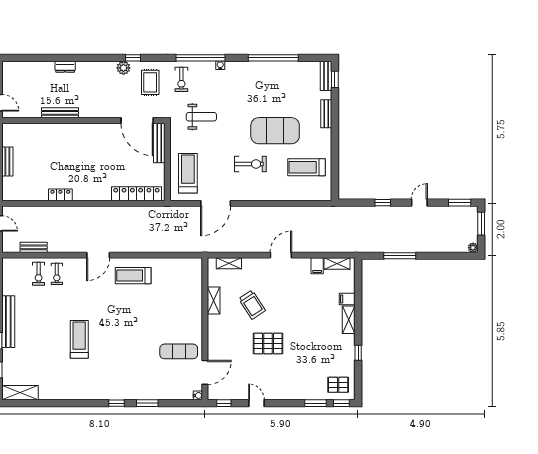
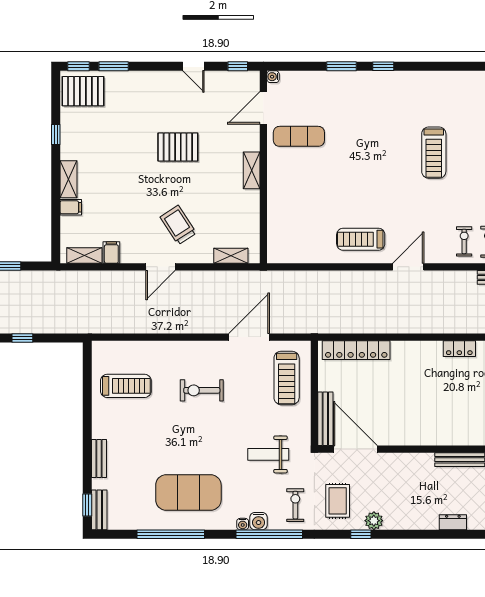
water cooler: (209, 68) -> (259, 521), added
exercise mat: (275, 131) -> (188, 492), moved
treadmill: (133, 276) -> (361, 239), turned 180
shelving: (214, 301) -> (252, 170), moved
trolley: (252, 305) -> (178, 225), moved
pallet: (338, 385) -> (83, 91), width x1.50, depth x1.42

